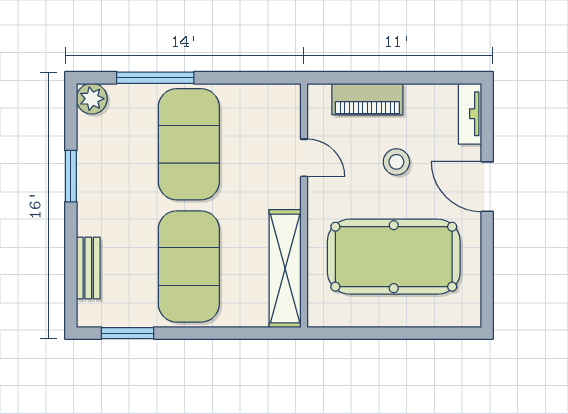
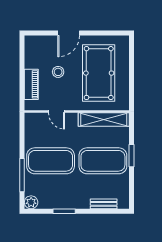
tv unit: (470, 114) -> (37, 40), removed
door: (304, 158) -> (56, 111), swing flipped
window: (128, 333) -> (131, 156), moved

